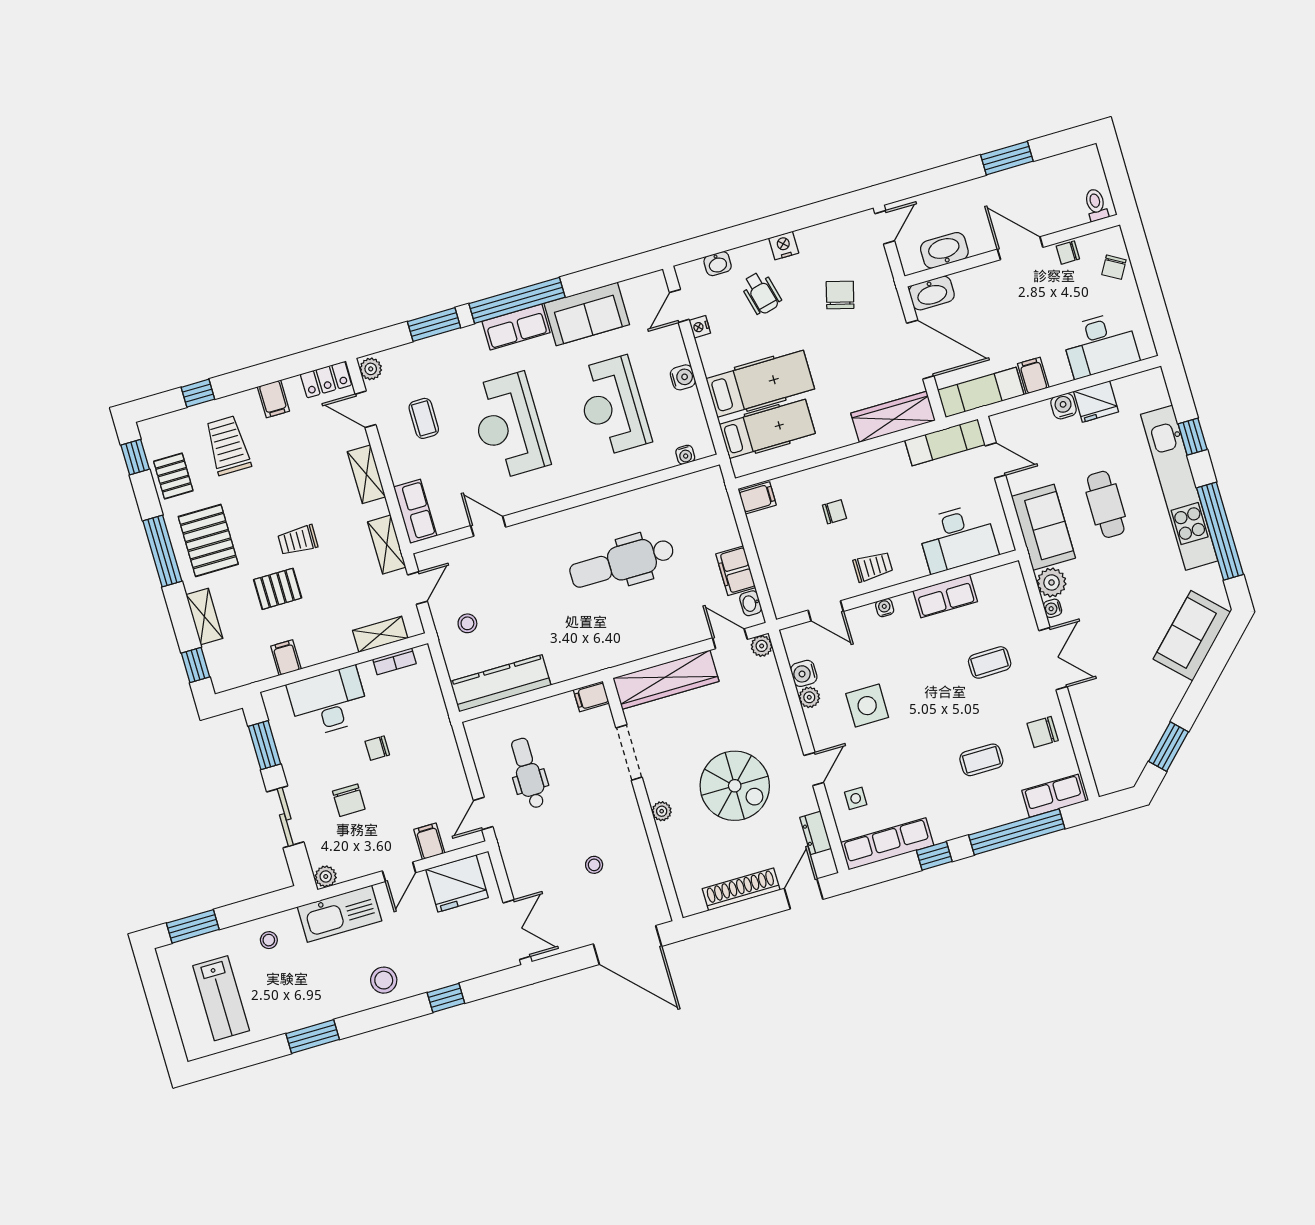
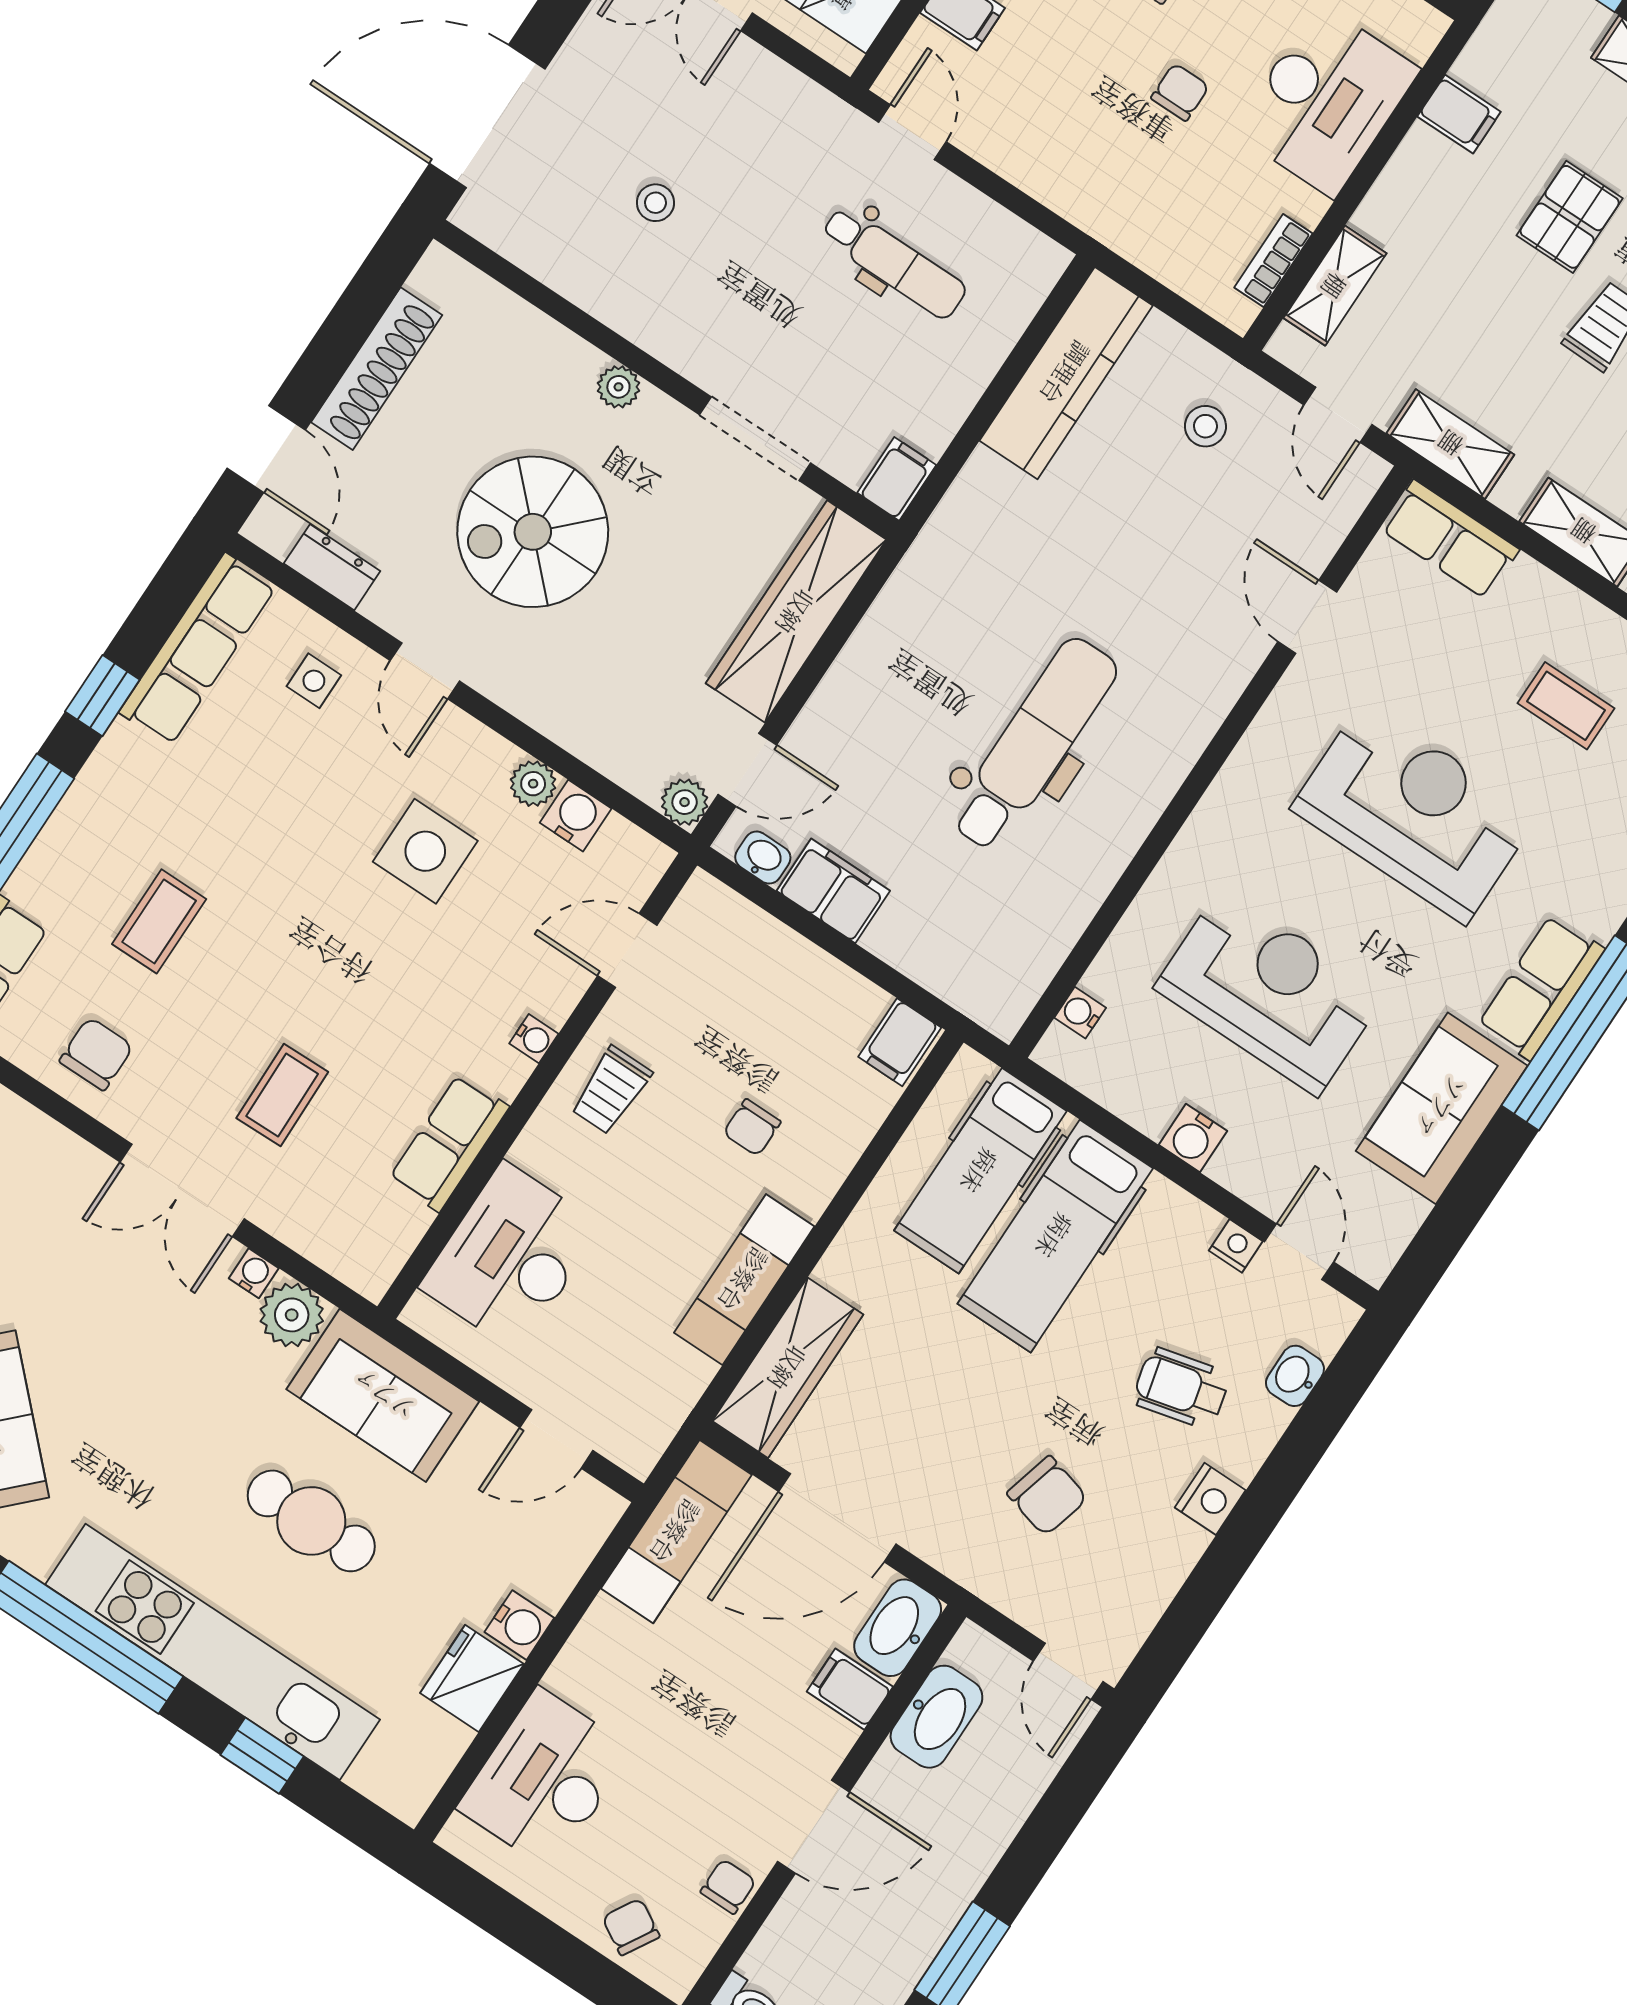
filing cabinet: (1033, 376) -> (850, 1689), moved, turned 180
exam couch: (945, 442) -> (744, 1280), moved
door: (488, 526) -> (1307, 617), swing flipped

